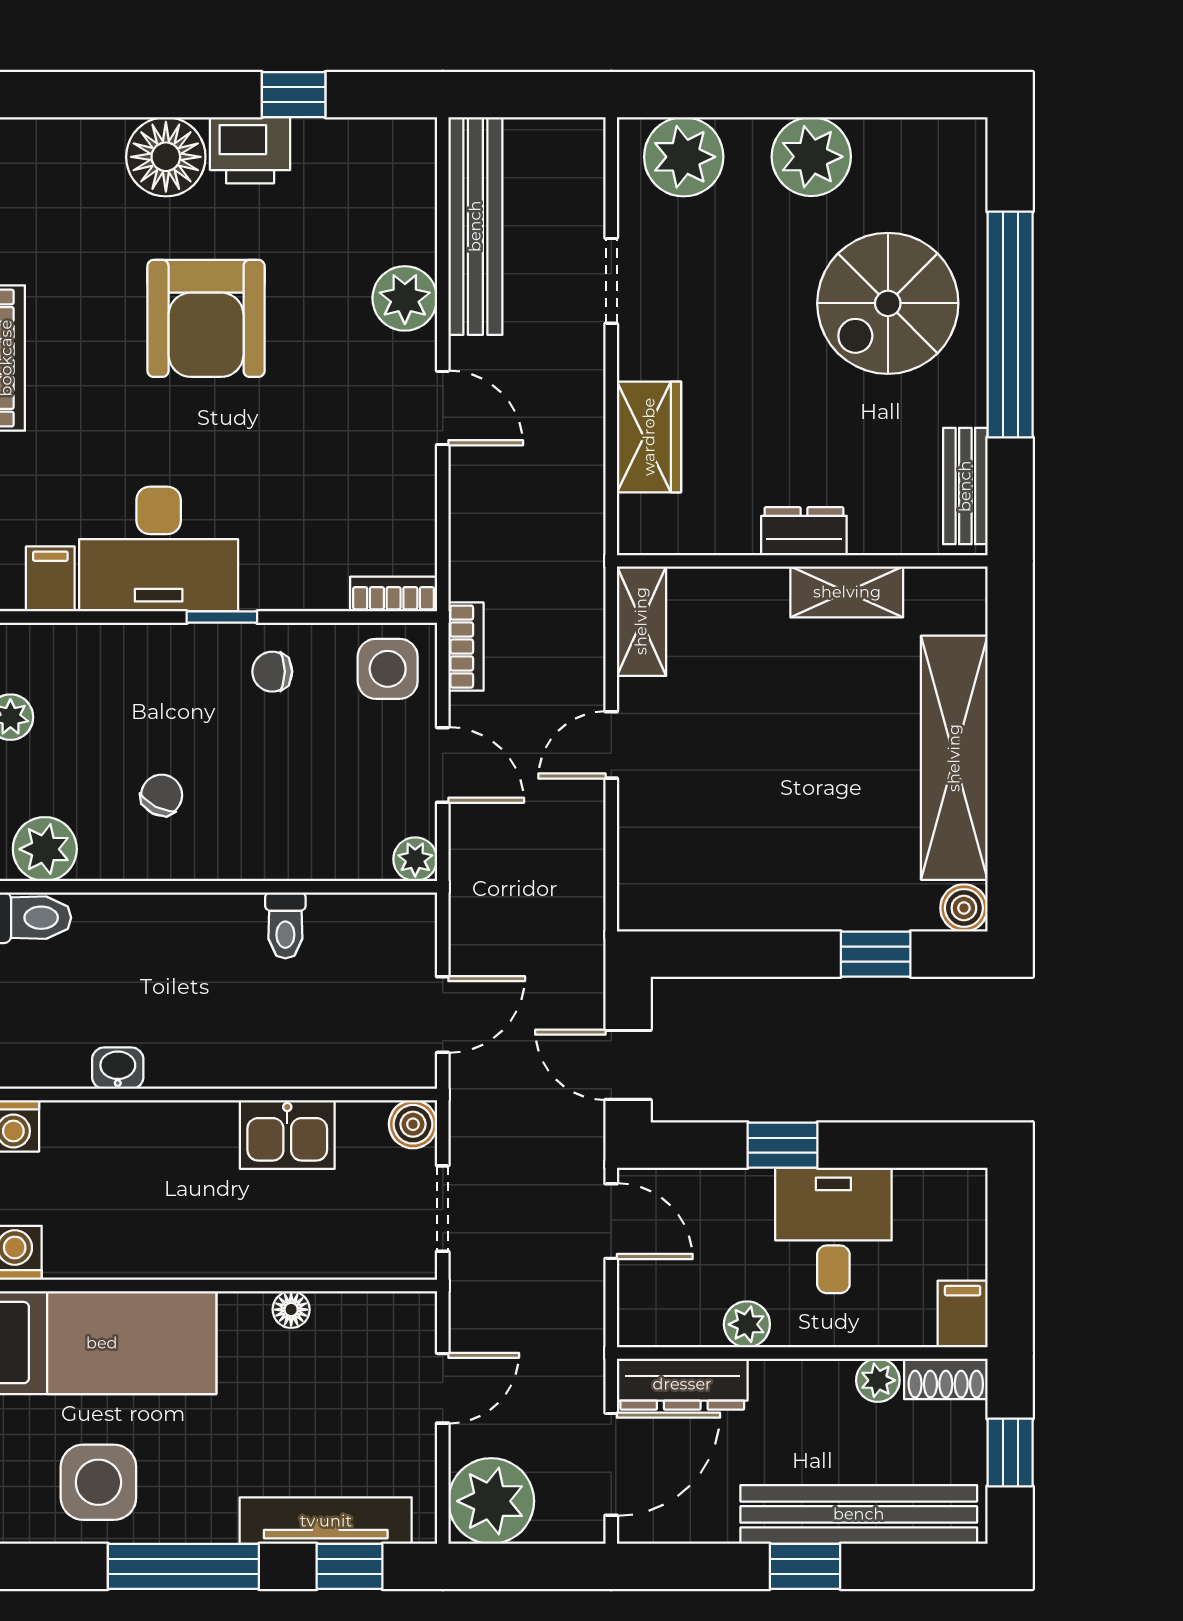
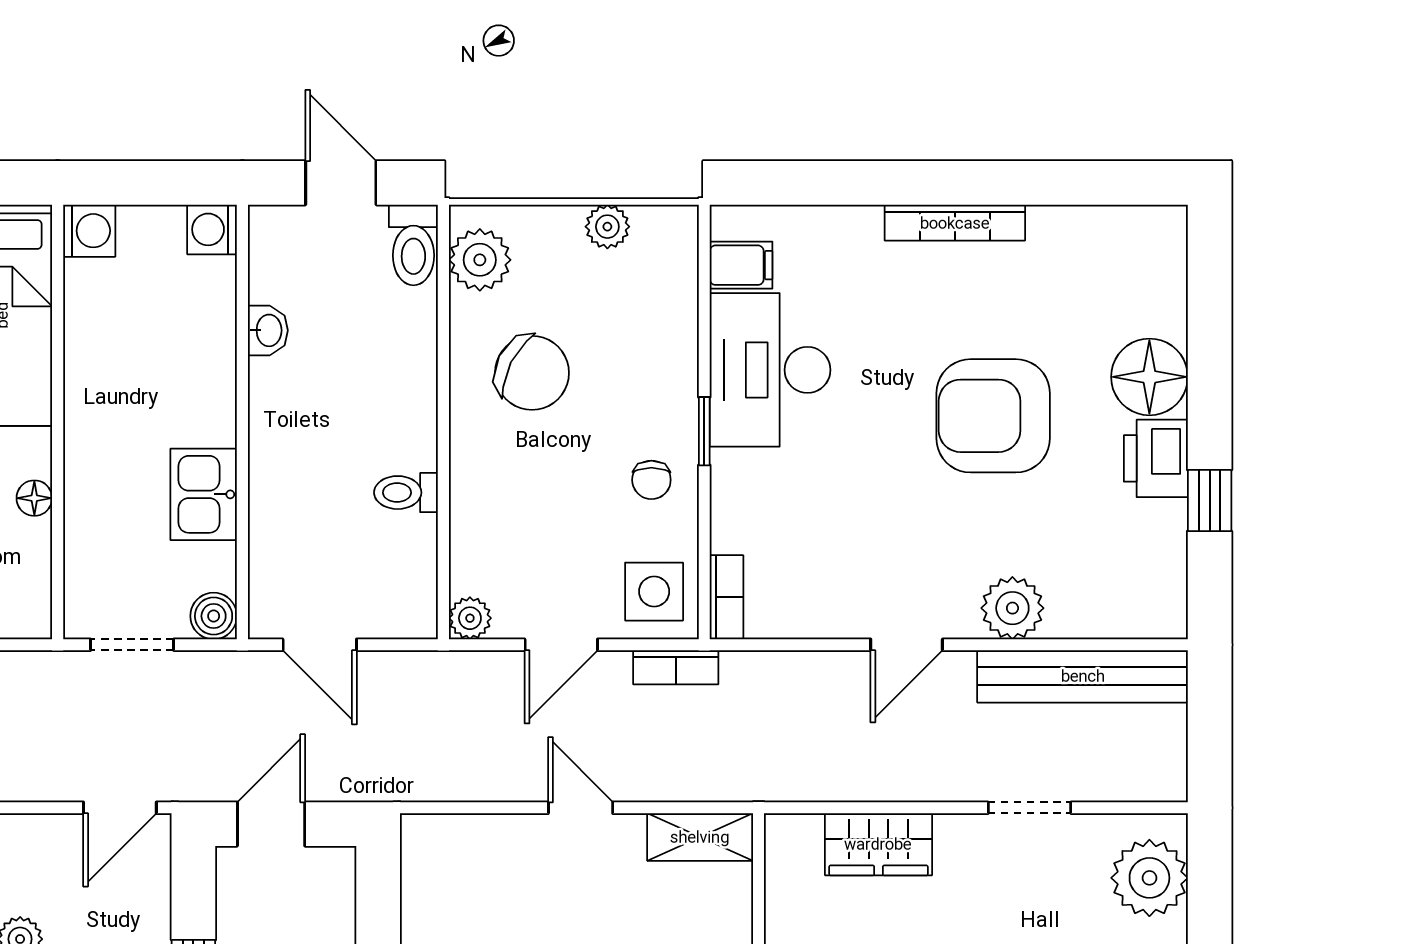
chair: (272, 672) -> (651, 480), turned 180
chair: (162, 795) -> (532, 373), width x1.87, depth x1.87

